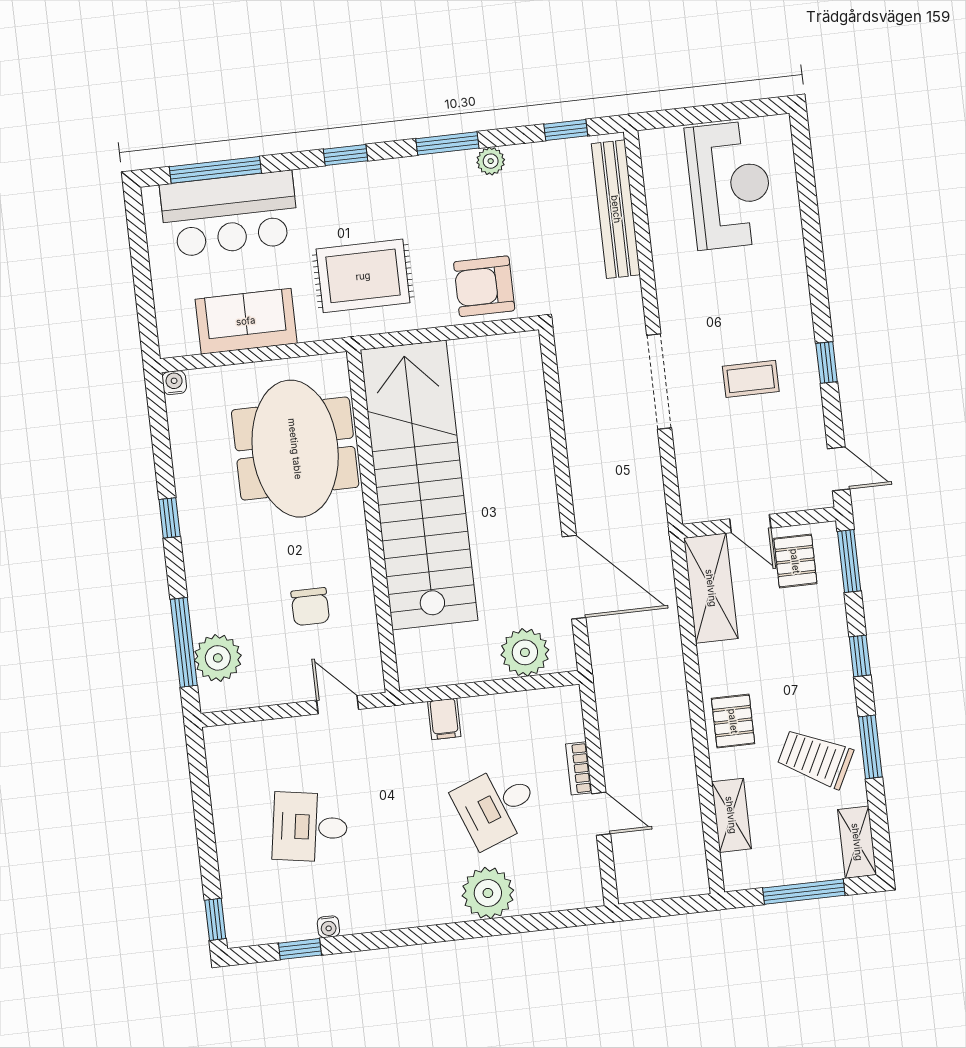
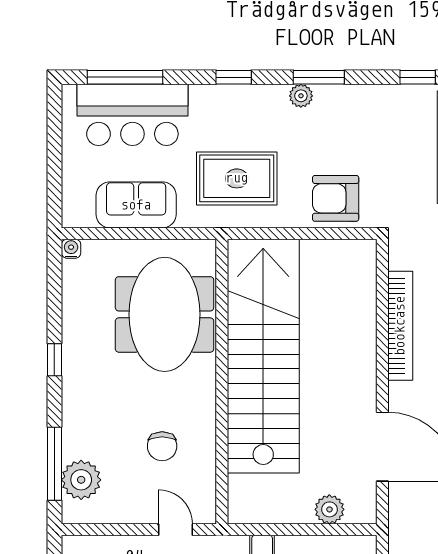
plant: (491, 161) -> (301, 96), moved
bookcase: (579, 430) -> (400, 326), added
plant: (525, 652) -> (329, 509), width x0.73, depth x0.73

